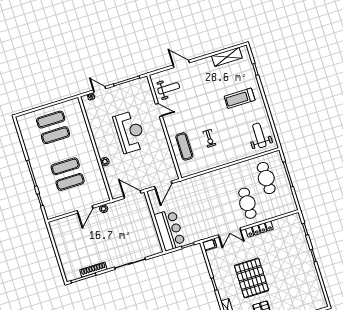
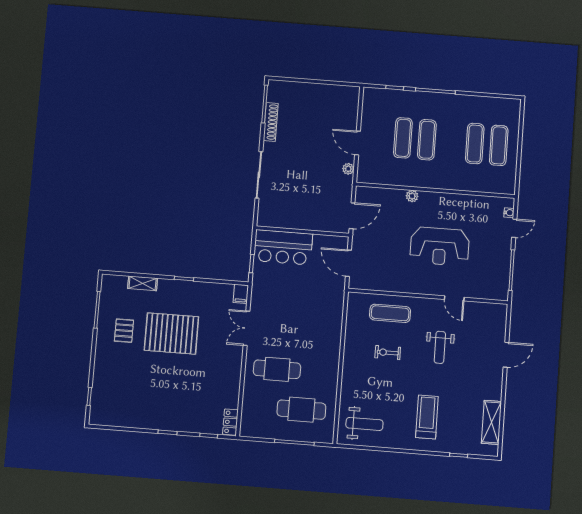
weight bench: (169, 88) -> (440, 347), moved
door: (159, 110) -> (454, 298), hinge flipped
locker: (259, 229) -> (230, 422), moved, width x0.66

